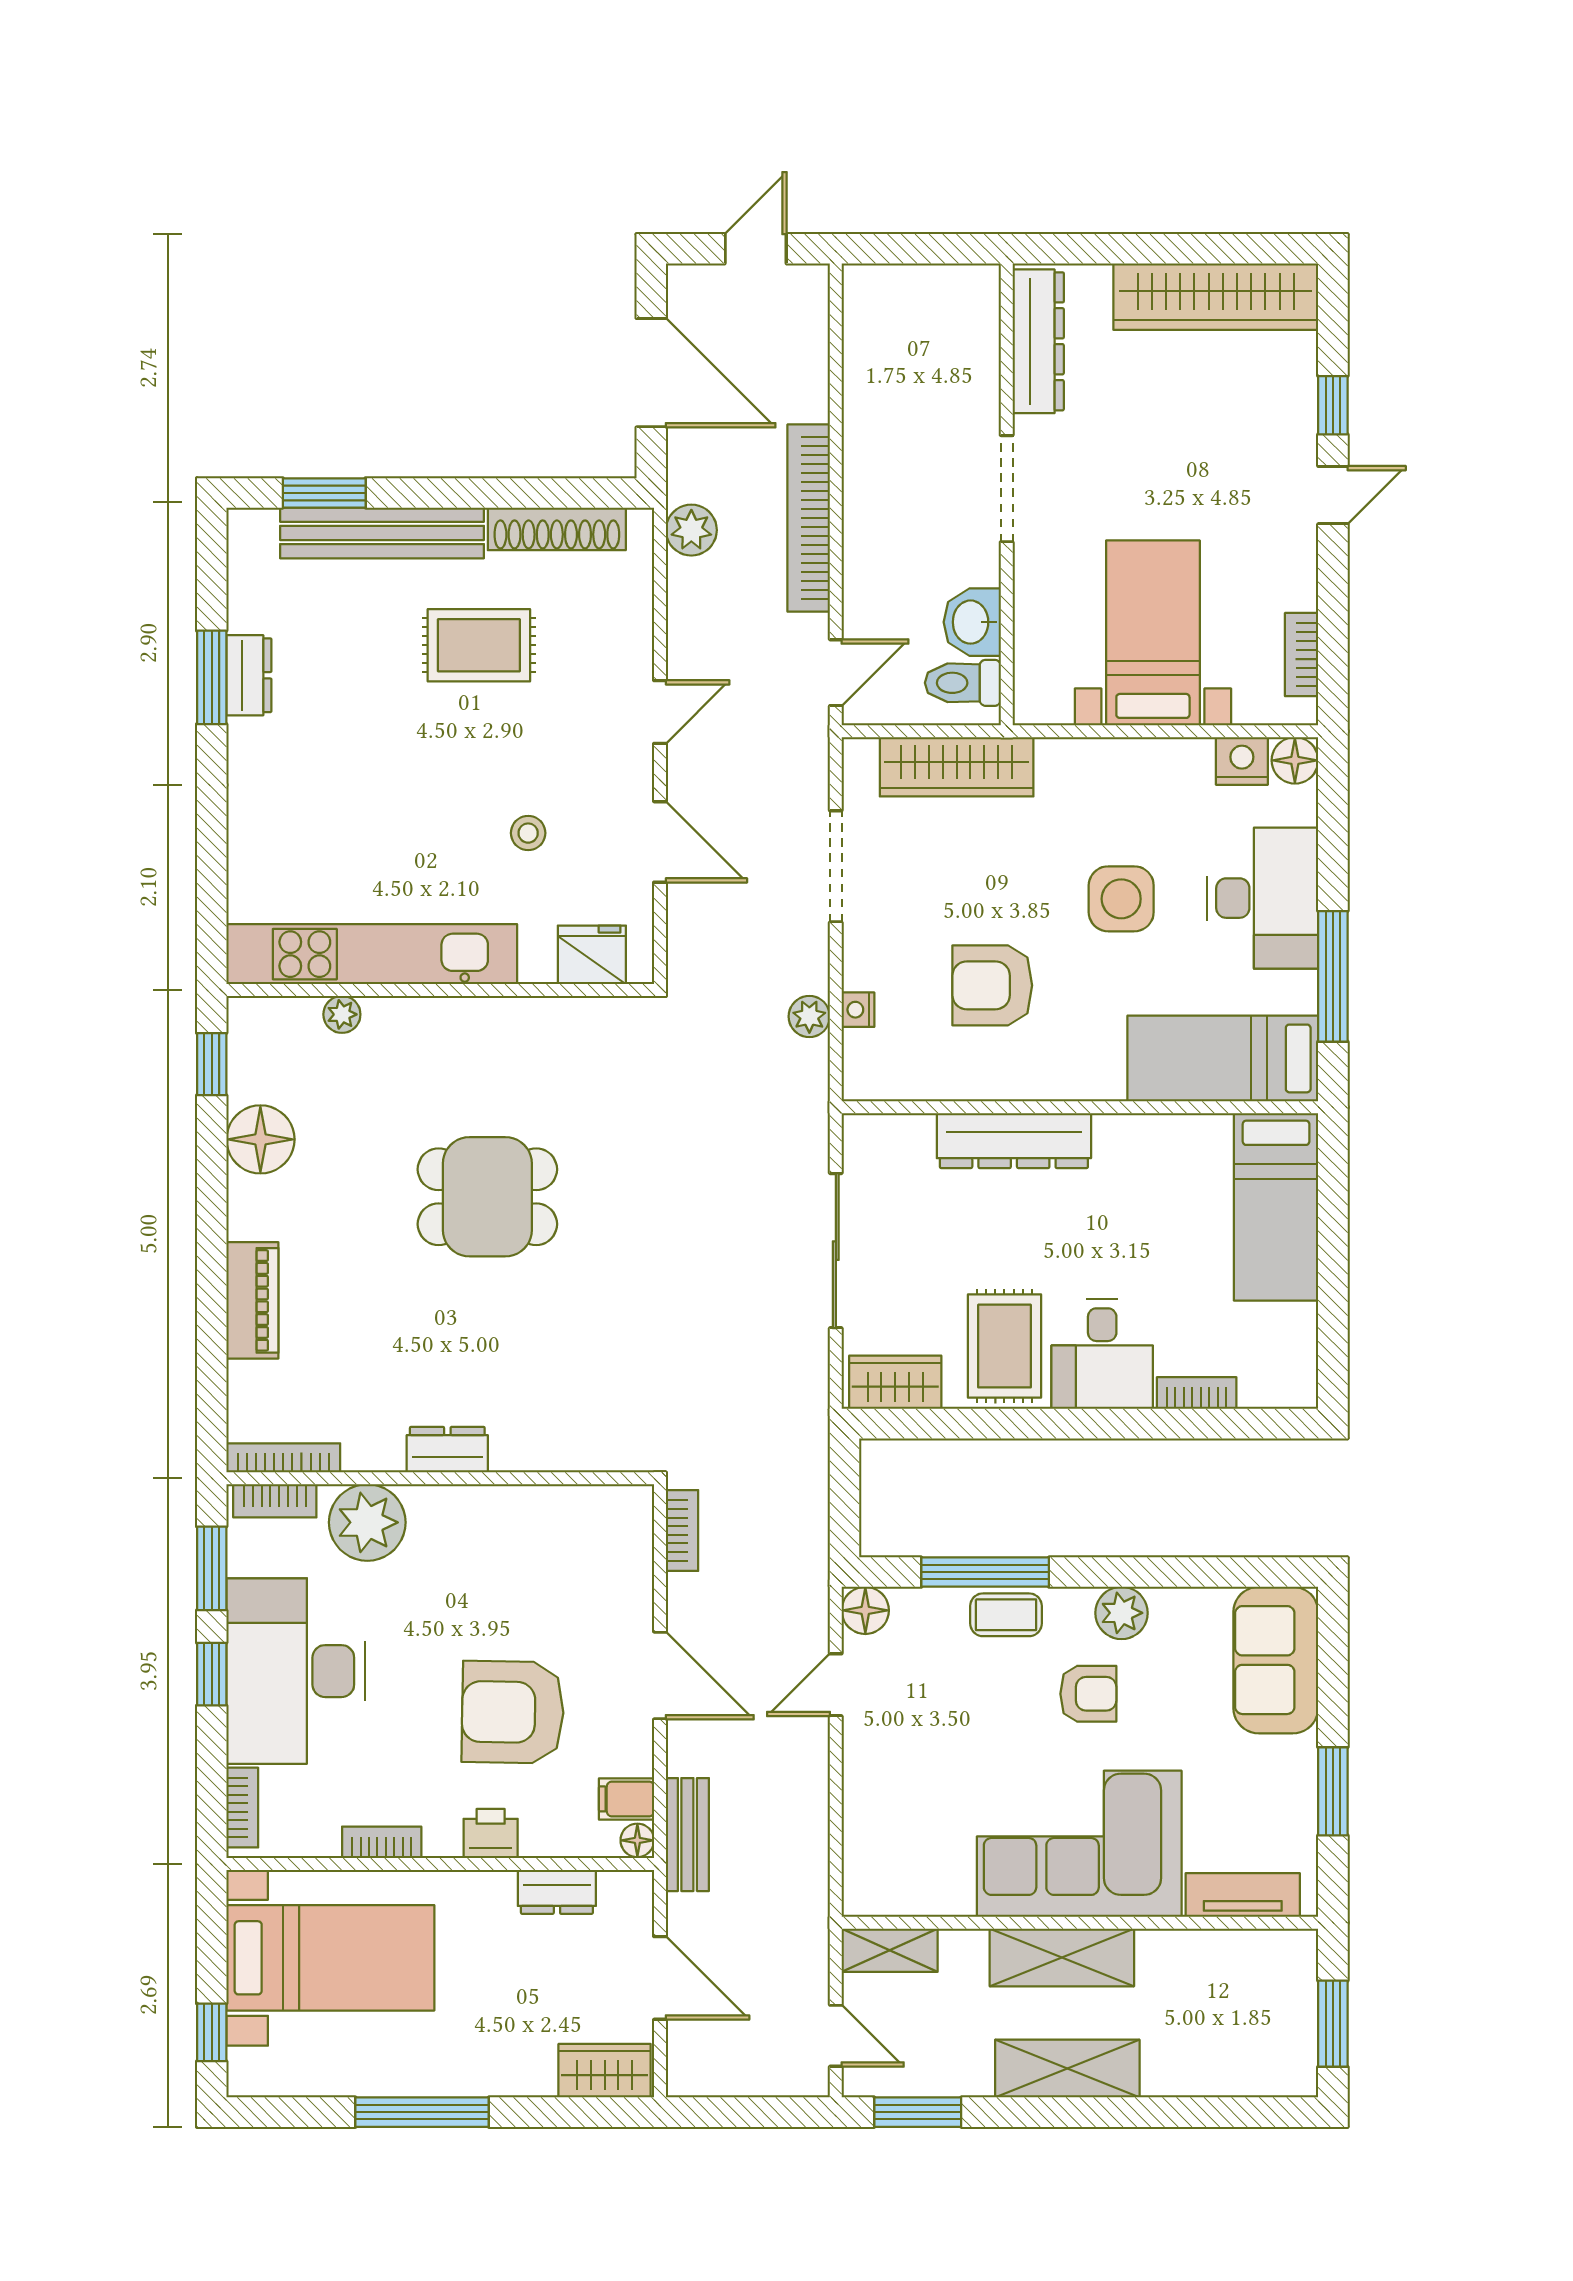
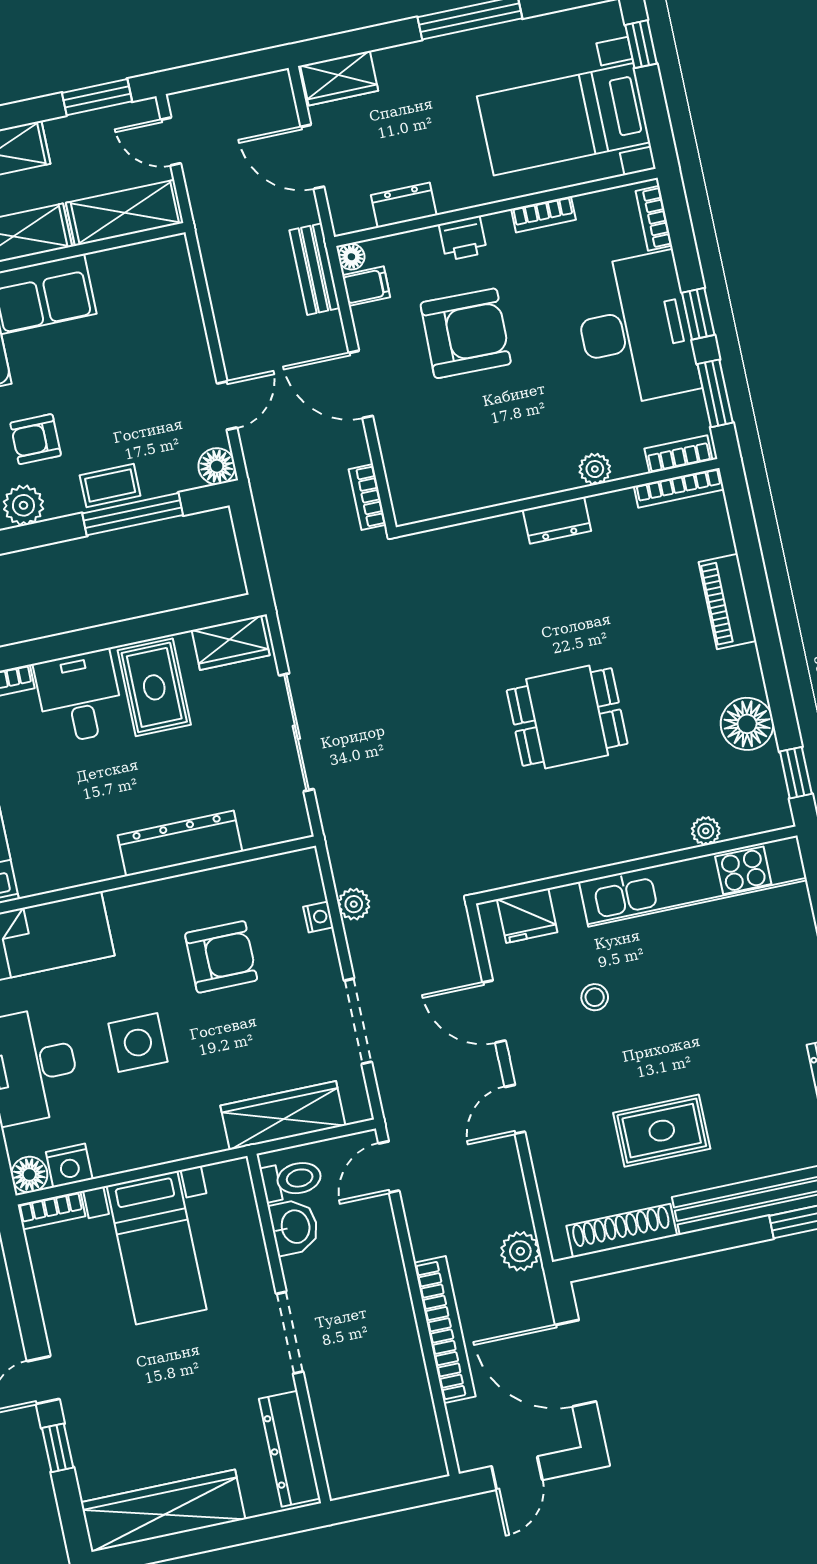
bookcase: (809, 518) -> (445, 1330), moved
bookcase: (1302, 655) -> (51, 1210), moved, turned 90
plant: (367, 1522) -> (595, 469), width x0.53, depth x0.53
shelving: (890, 1950) -> (125, 213), width x1.50, depth x1.33

